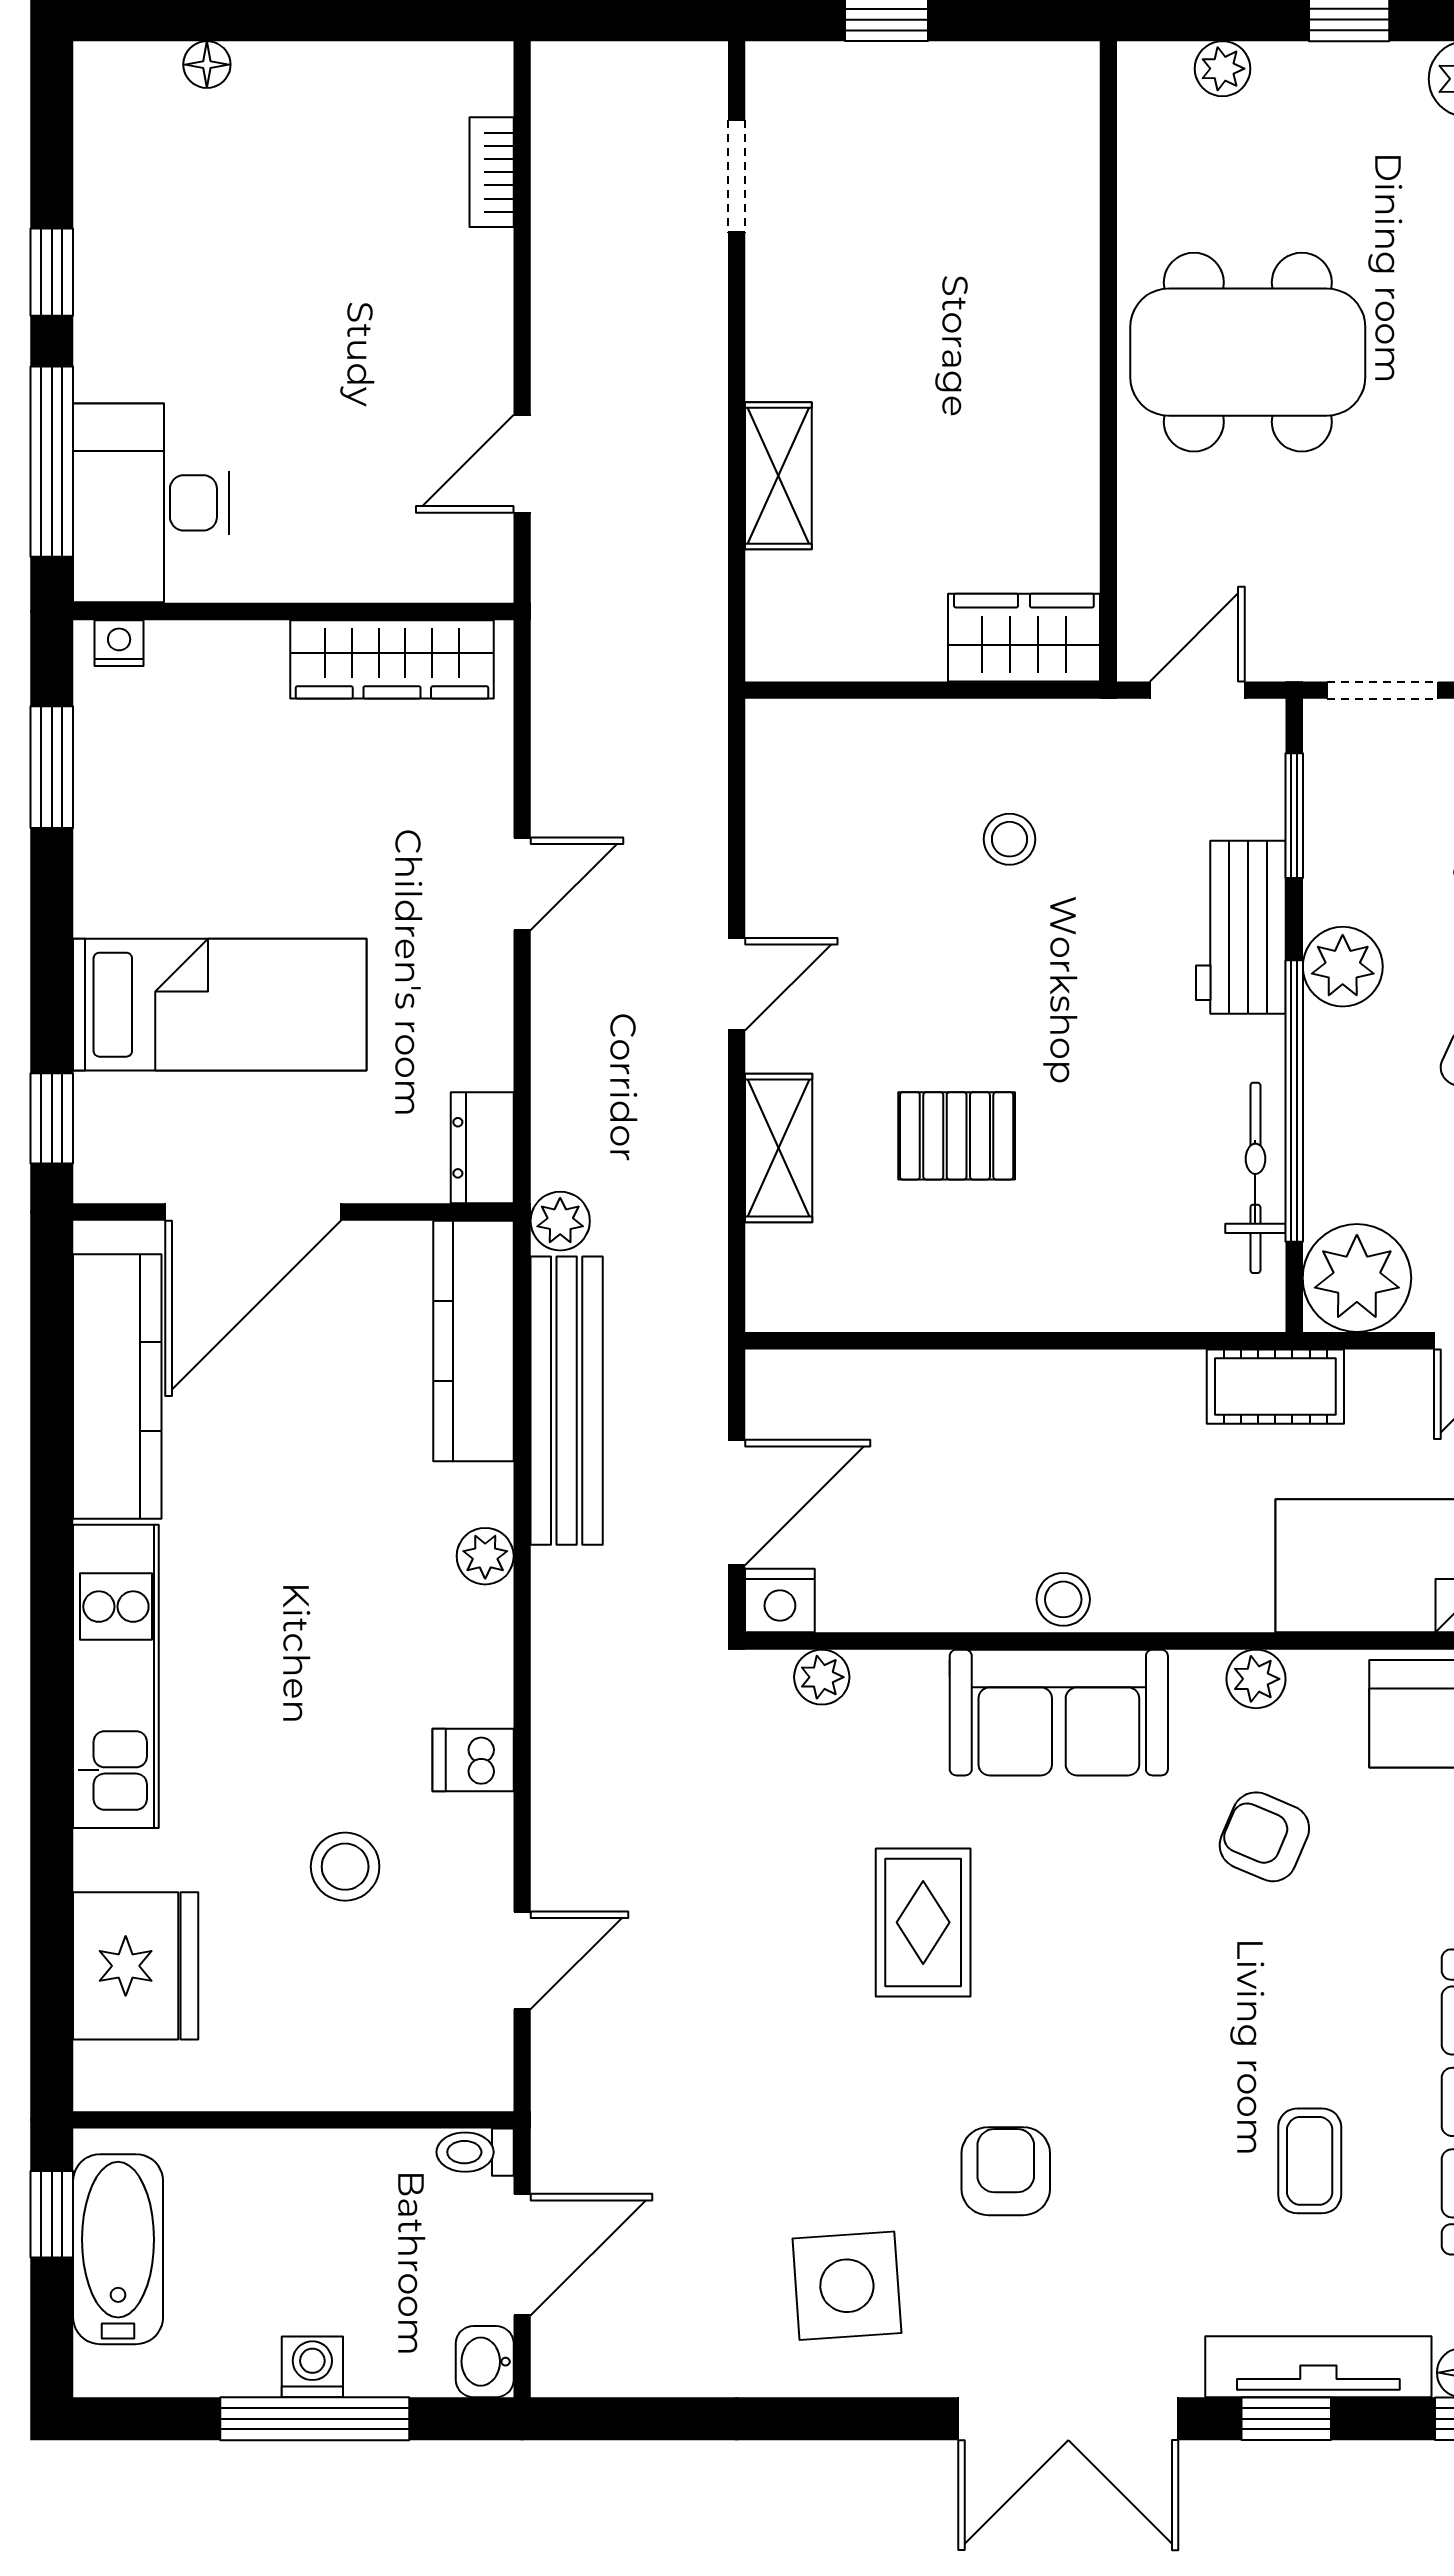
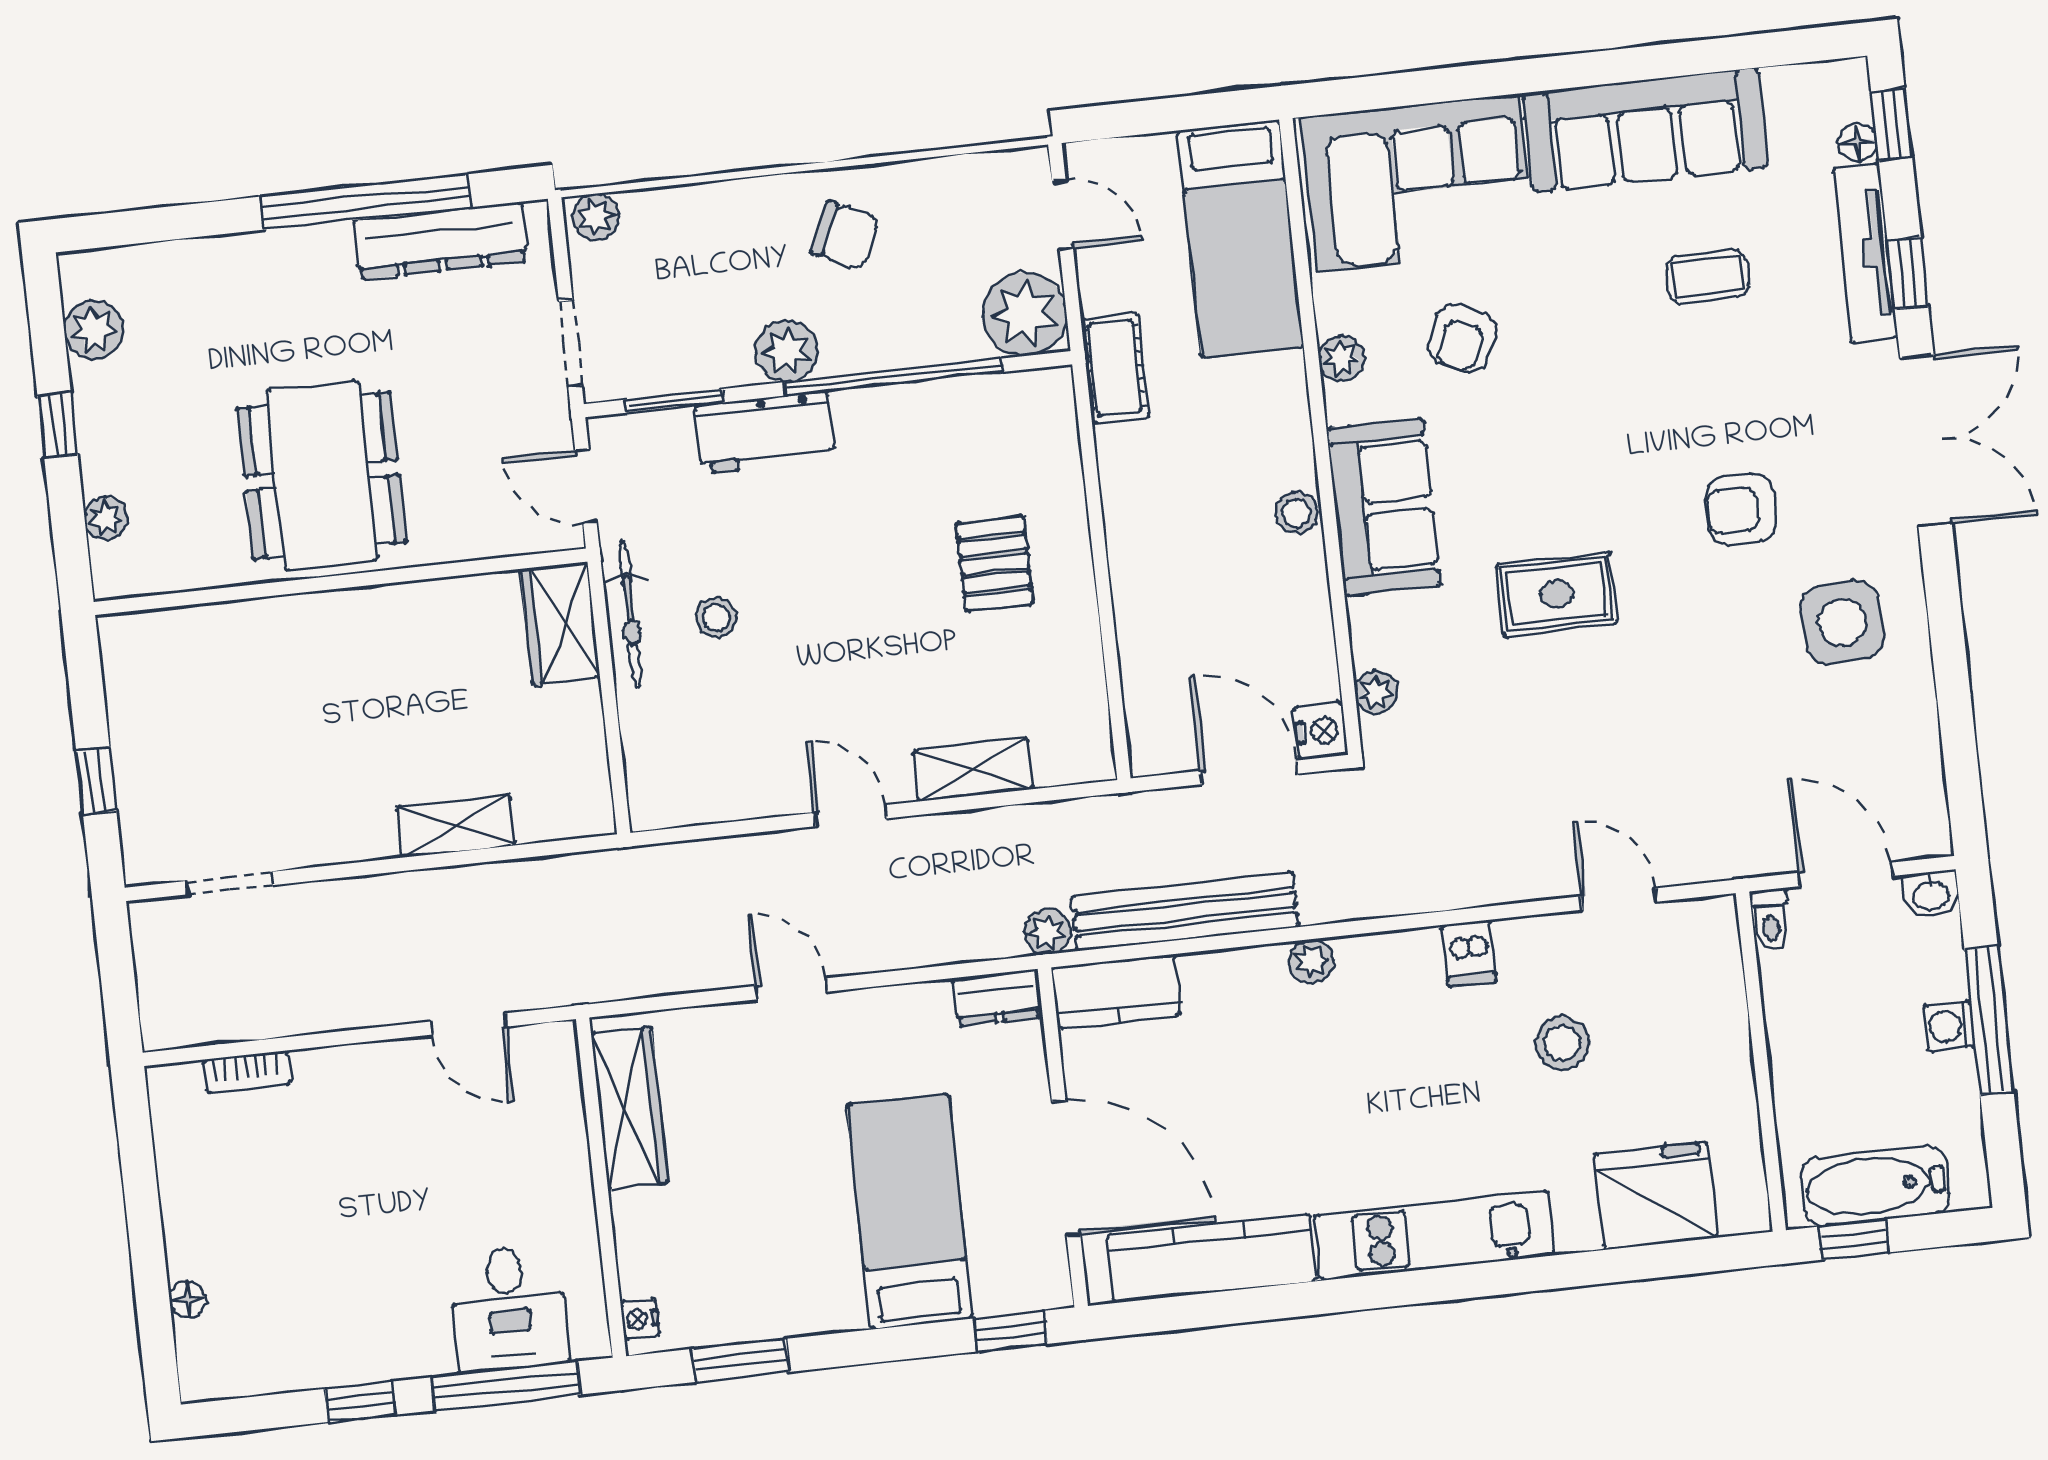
desk: (151, 503) -> (509, 1308), width x0.73
pallet: (957, 1136) -> (995, 564), moved
bicycle: (1255, 1178) -> (630, 615), moved, turned -90
kitchen counter: (473, 1341) -> (1116, 992), width x0.67

